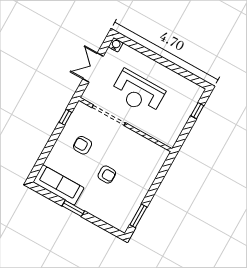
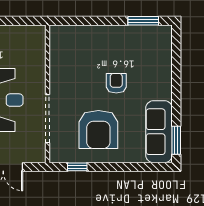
armchair: (83, 145) -> (98, 130), width x1.88, depth x1.88
window: (73, 208) -> (176, 140), moved

